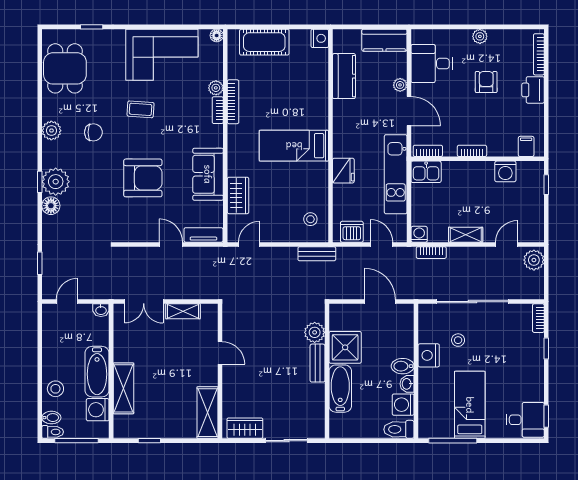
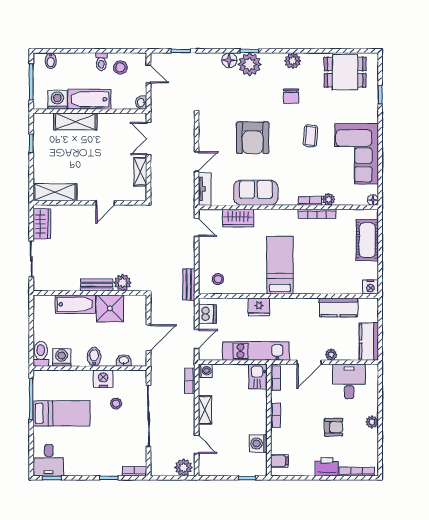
washbasin: (407, 384) -> (124, 361), moved
stool: (55, 389) -> (120, 67), moved
toilet: (53, 432) -> (101, 62), moved

